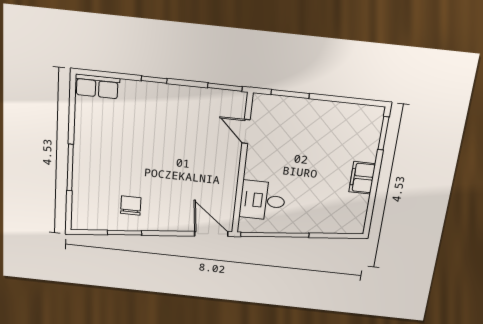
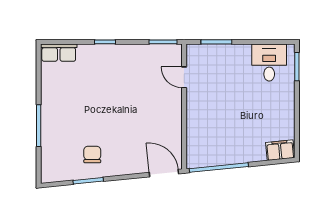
filing cabinet: (362, 178) -> (280, 150), moved, turned 84
desk: (262, 200) -> (269, 62), moved, turned 90

